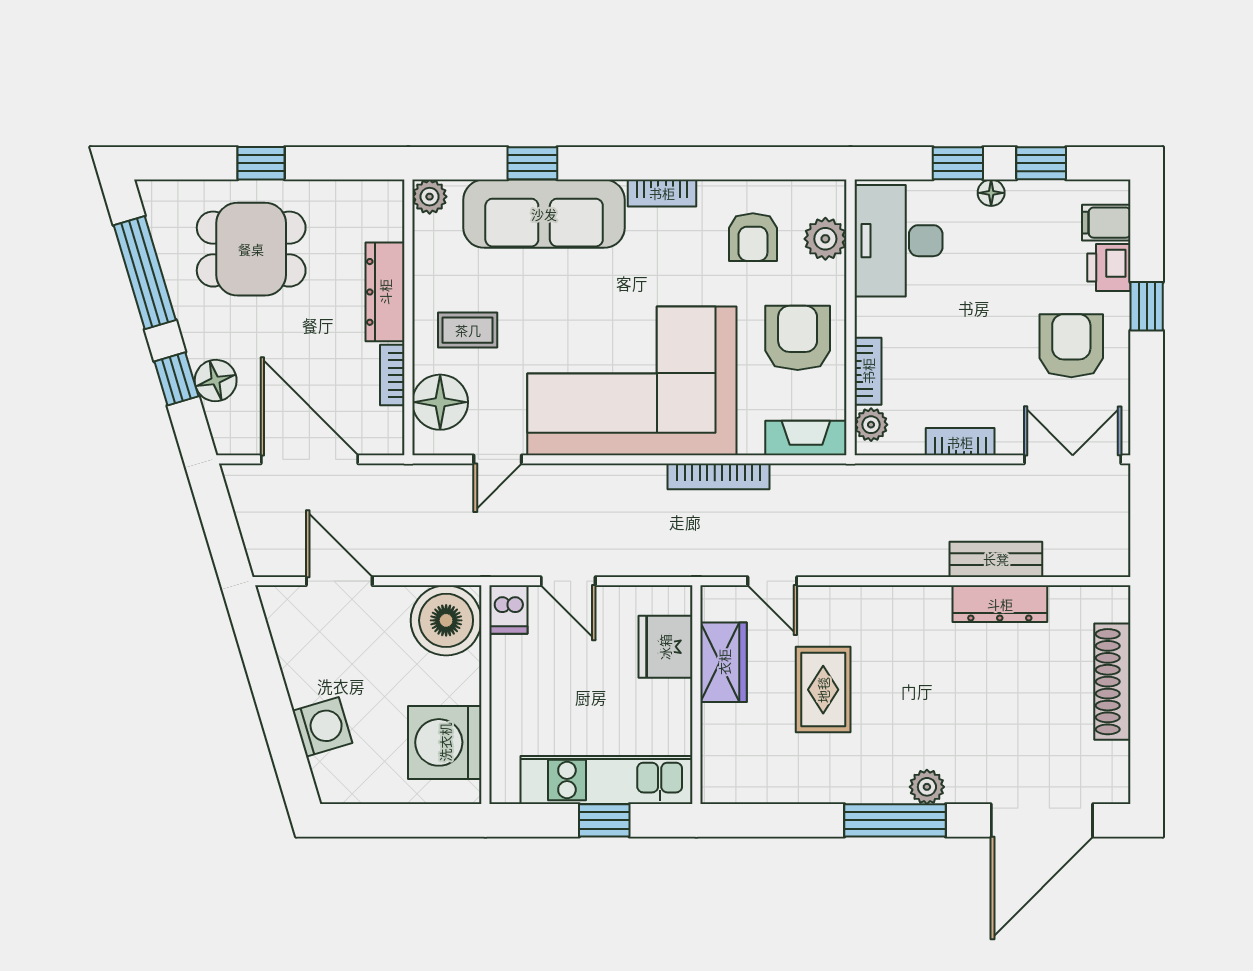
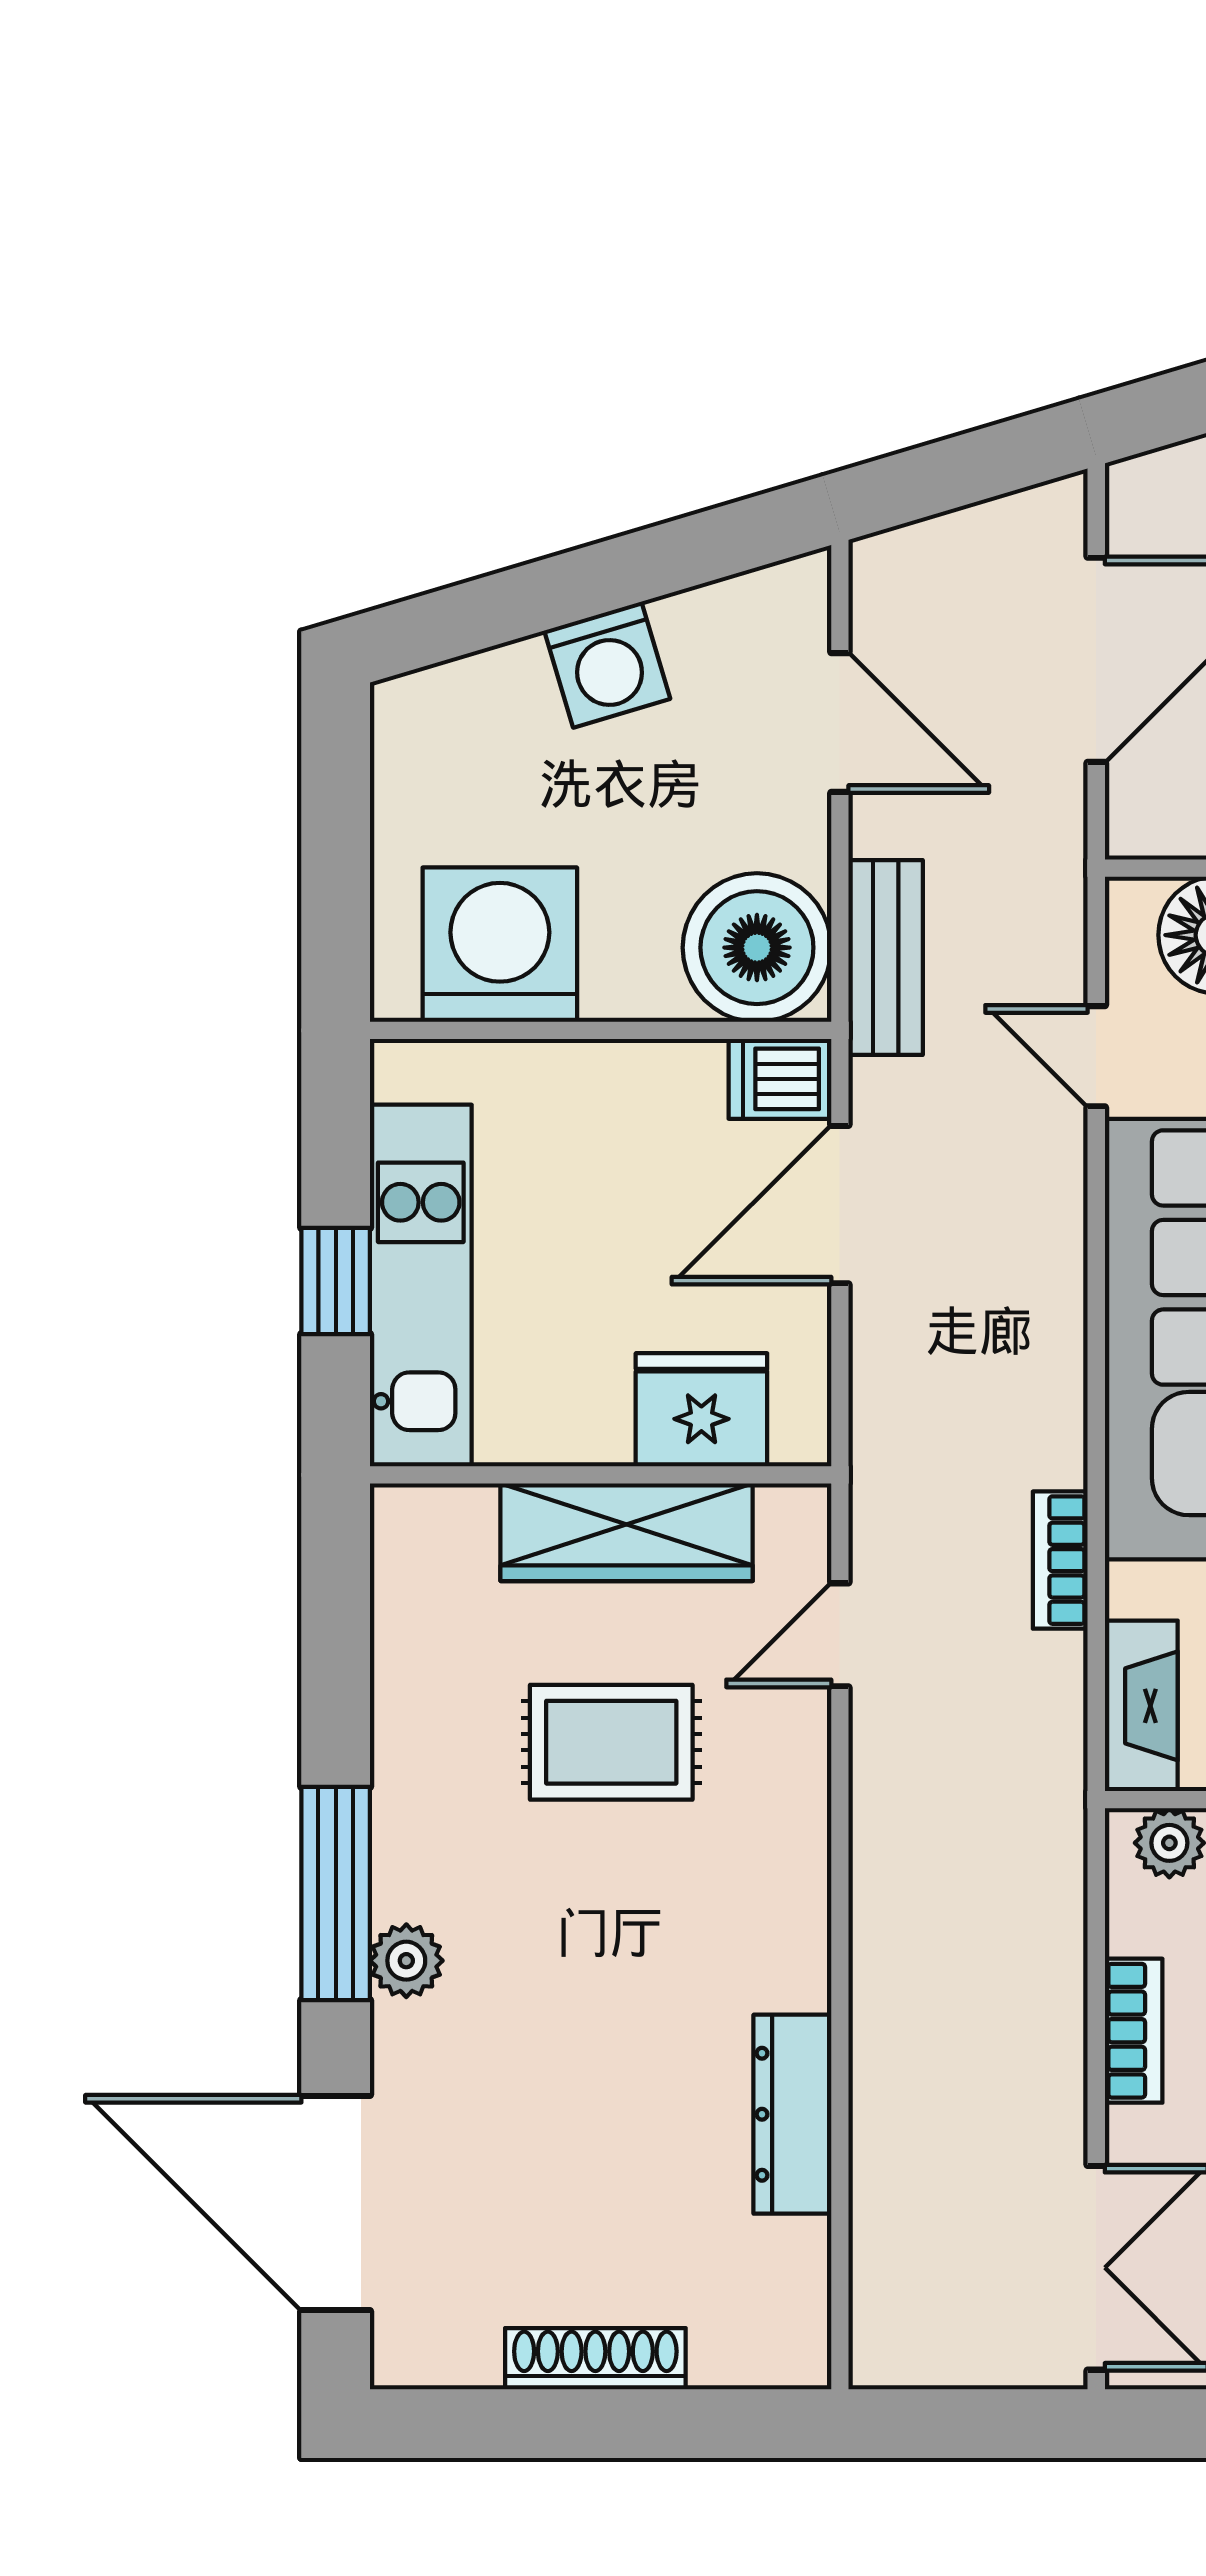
bookcase: (718, 476) -> (1060, 1560), width x0.64
bench: (996, 559) -> (886, 957), moved
door: (339, 581) -> (840, 723), hinge flipped
door: (568, 581) -> (840, 1205), width x1.38
wardrobe: (724, 662) -> (627, 1532), width x1.50
shoe rack: (1112, 682) -> (595, 2359), width x0.74, depth x0.81
washing machine: (322, 727) -> (607, 665), moved

